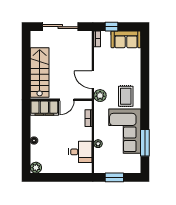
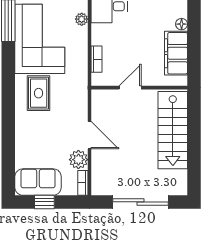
window: (111, 27) -> (44, 202), moved
door: (93, 80) -> (90, 135), moved
plant: (100, 96) -> (78, 160), moved
filing cabinet: (44, 108) -> (176, 53), moved, turned -90

